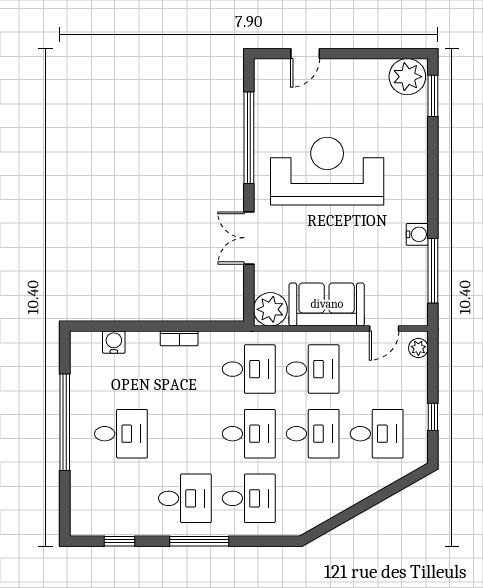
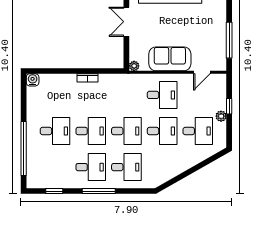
water cooler: (417, 234) -> (220, 20), removed
plant: (270, 309) -> (134, 66), width x0.53, depth x0.53
water cooler: (114, 342) -> (33, 80), moved
plant: (418, 348) -> (221, 116), moved
desk: (249, 369) -> (91, 131), moved
window: (433, 417) -> (229, 106), moved
window: (65, 422) -> (24, 149), moved

